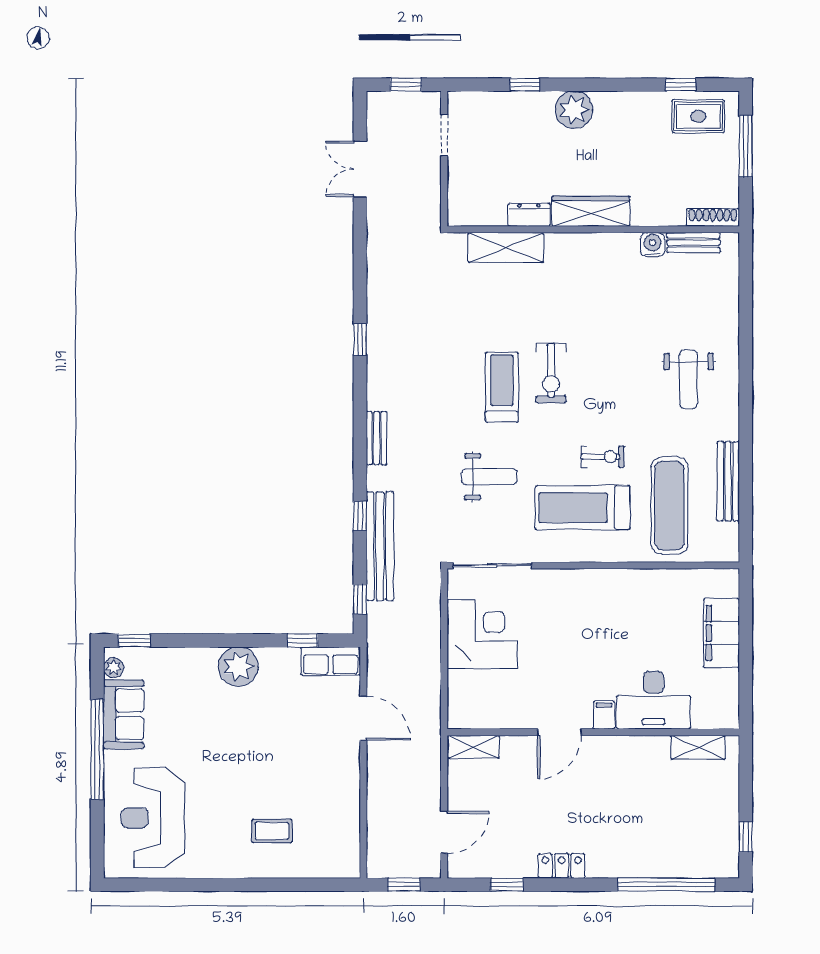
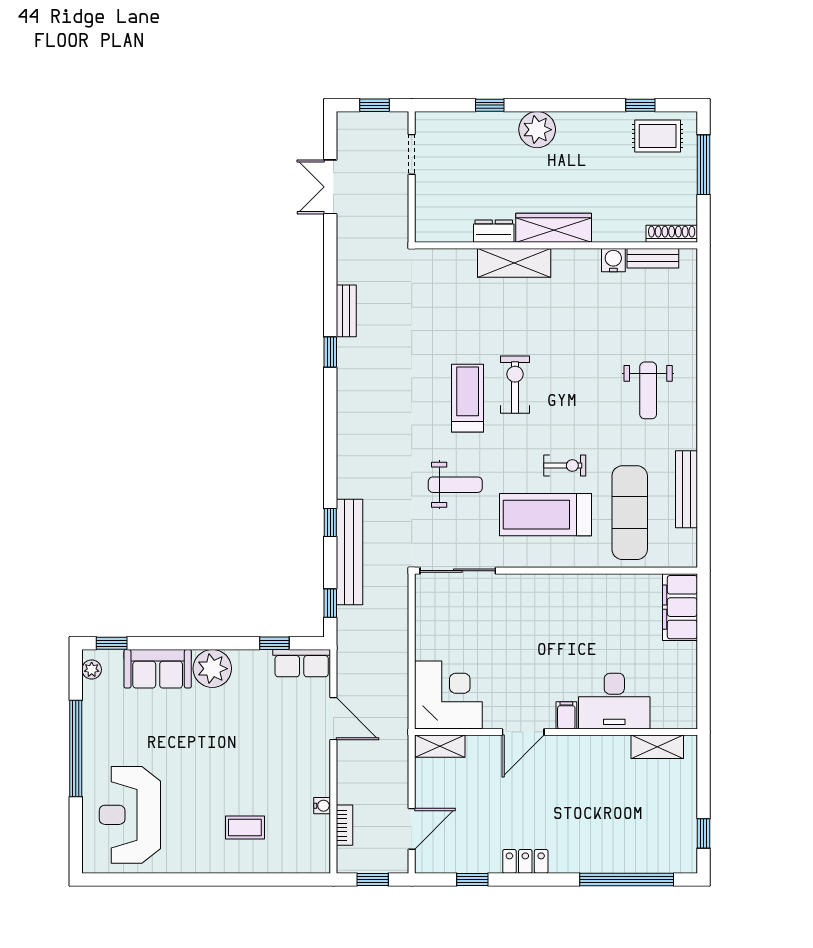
shelving: (506, 247) -> (514, 263), moved
exercise bike: (551, 373) -> (515, 385), turned 180
bench: (377, 438) -> (346, 311), moved
filing cabinet: (721, 633) -> (680, 607), moved
corner desk: (482, 634) -> (448, 695), moved
sofa: (124, 714) -> (158, 669), moved, turned 90
water cooler: (352, 808) -> (322, 806), added
bookcase: (375, 828) -> (344, 825), added

